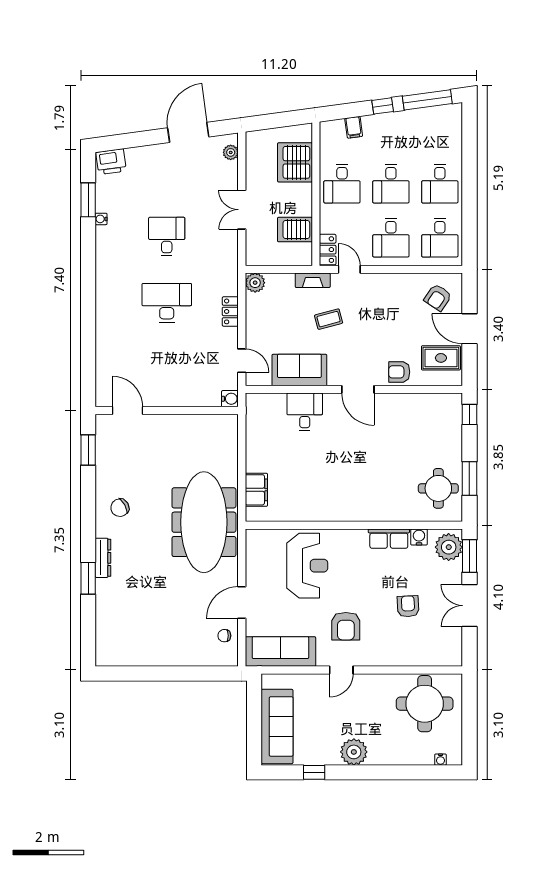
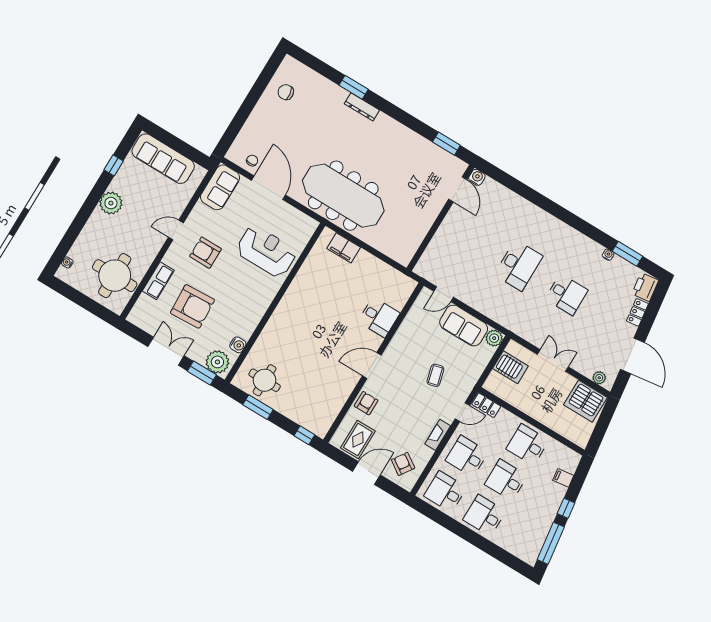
server rack: (295, 162) -> (585, 401), moved, turned 180
server rack: (295, 230) -> (510, 367), moved, turned 90
fireplace: (313, 280) -> (438, 435), moved
locker: (230, 311) -> (637, 312), moved, turned -98
sofa: (299, 370) -> (464, 326), moved, turned 90
water cooler: (230, 399) -> (477, 177), moved, turned 180
door: (127, 411) -> (458, 189), hinge flipped
chair: (120, 508) -> (286, 92), moved, turned -67
row of seats: (389, 539) -> (158, 281), moved, turned 180
reception desk: (307, 566) -> (266, 251), turned 180
door: (242, 603) -> (268, 188), width x1.36
armchair: (408, 606) -> (192, 306), width x1.88, depth x1.88
sofa: (280, 652) -> (220, 187), width x0.73
door: (341, 670) -> (176, 230), hinge flipped

